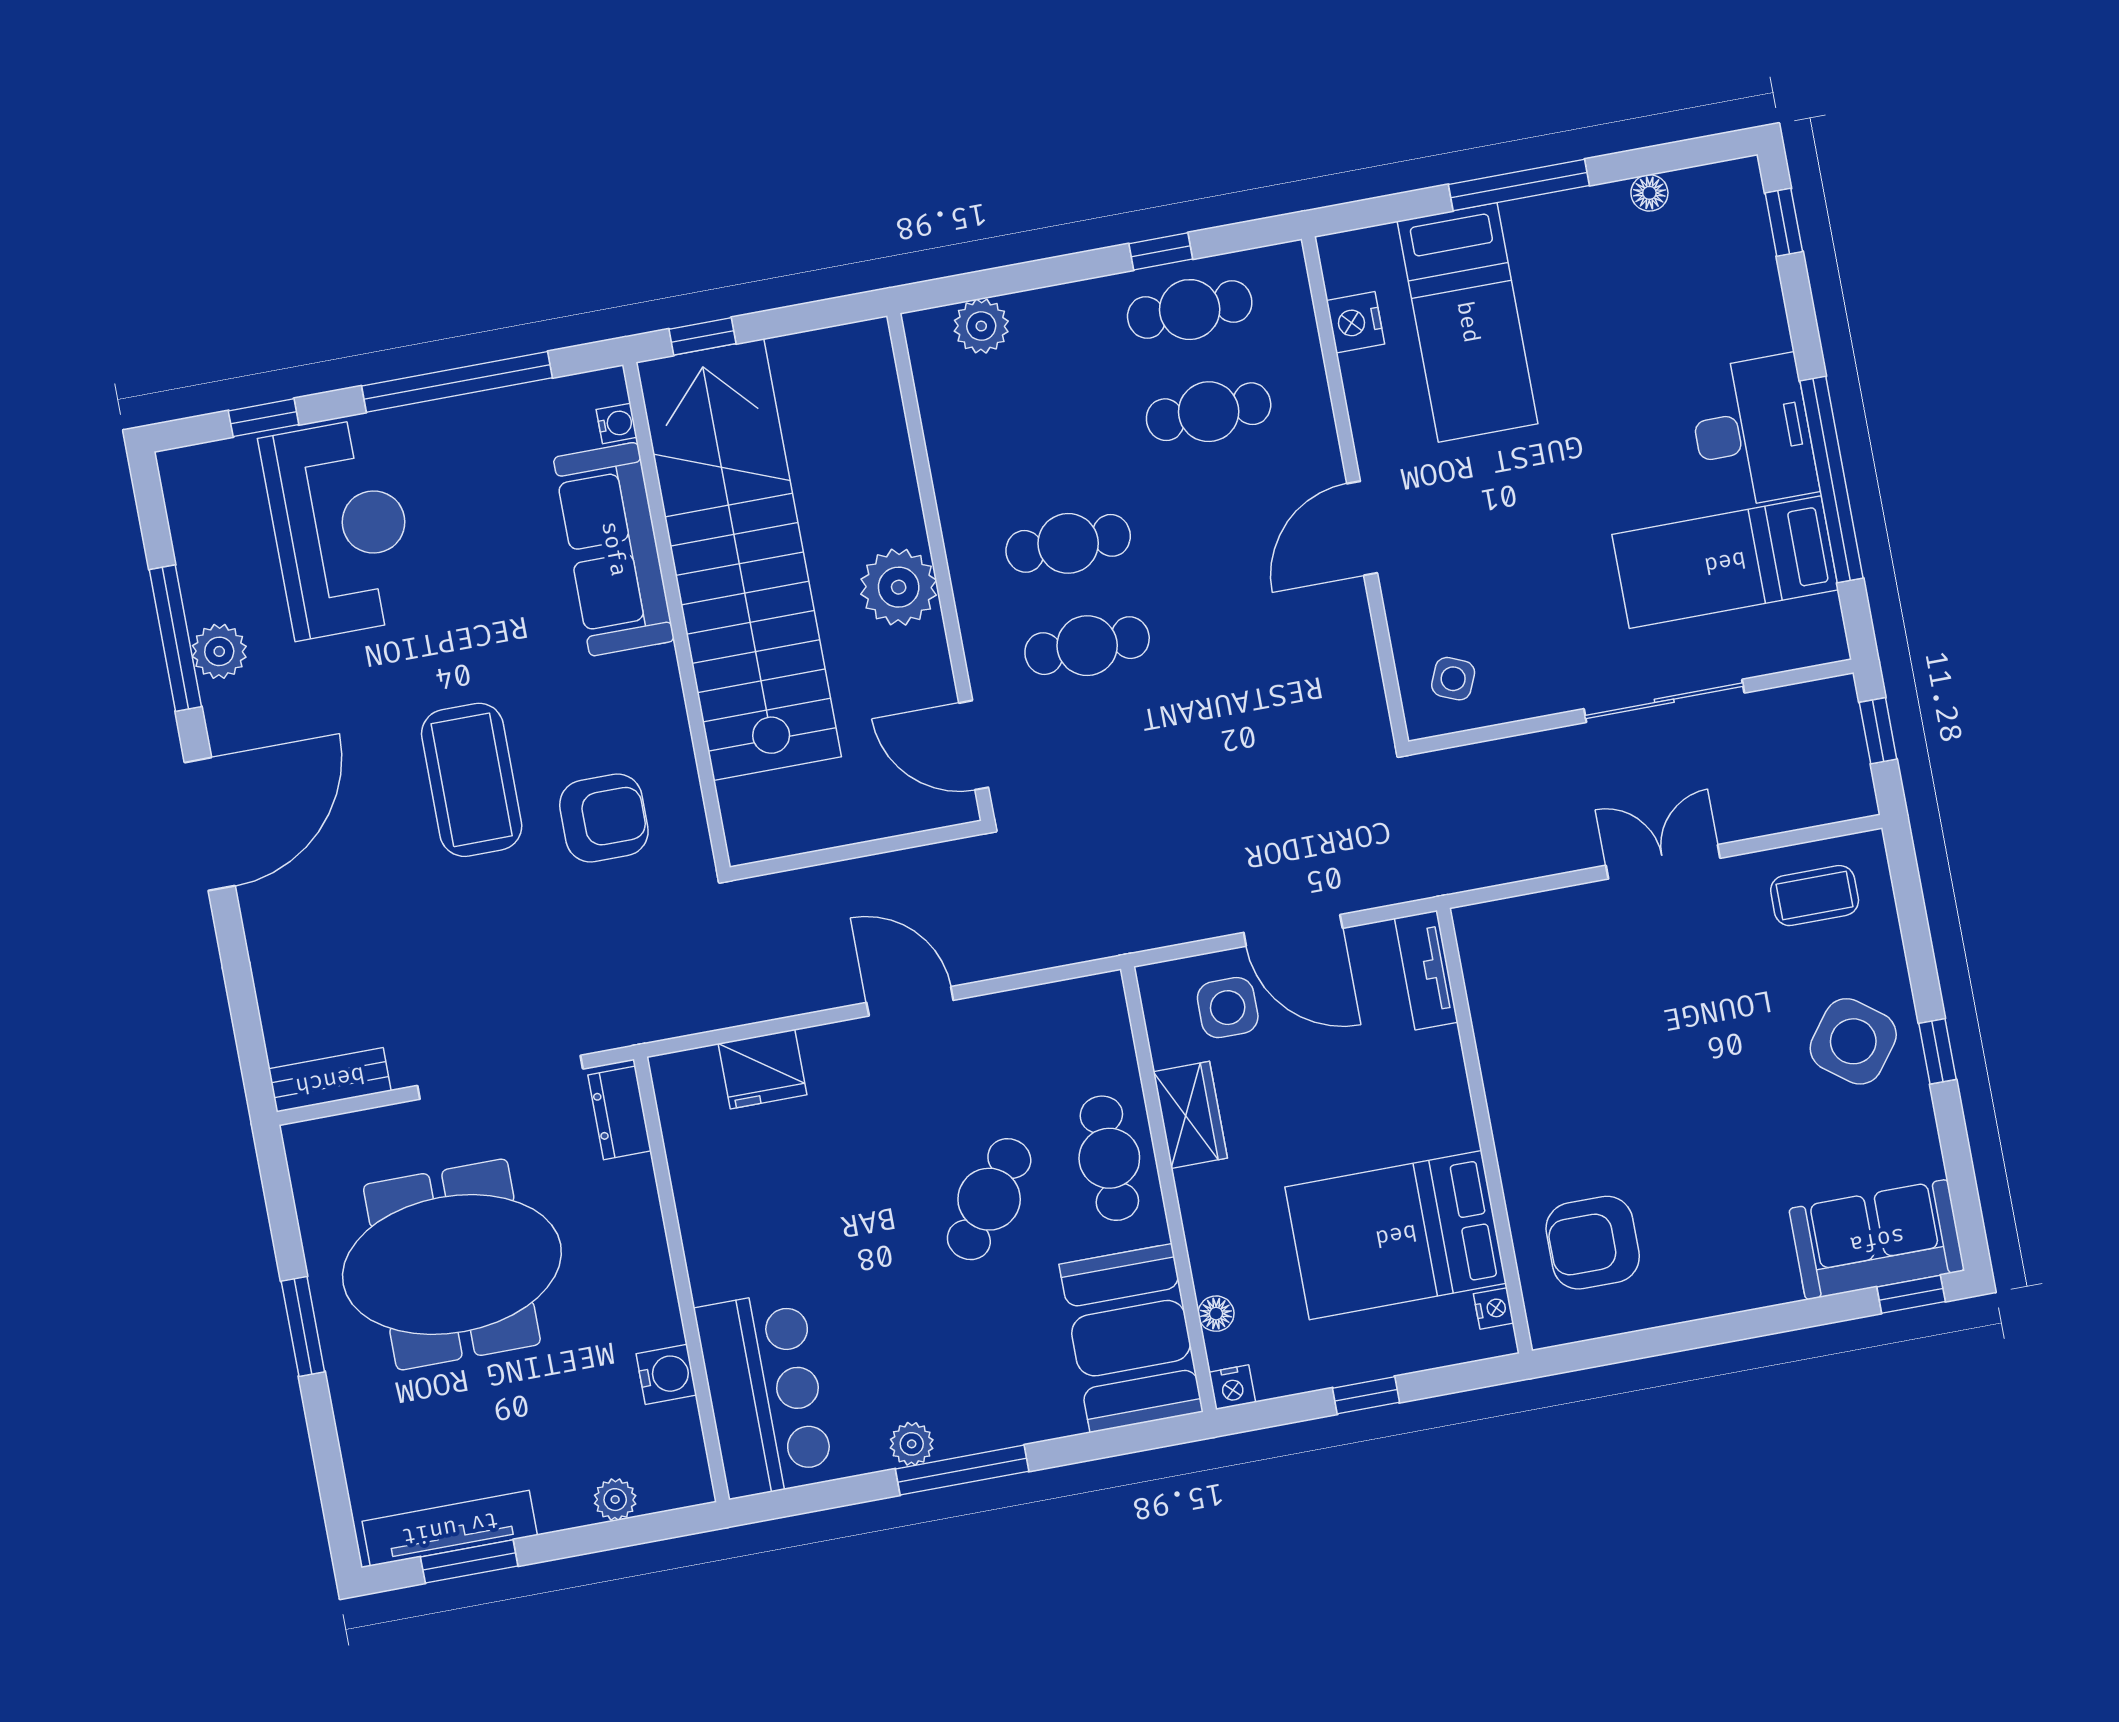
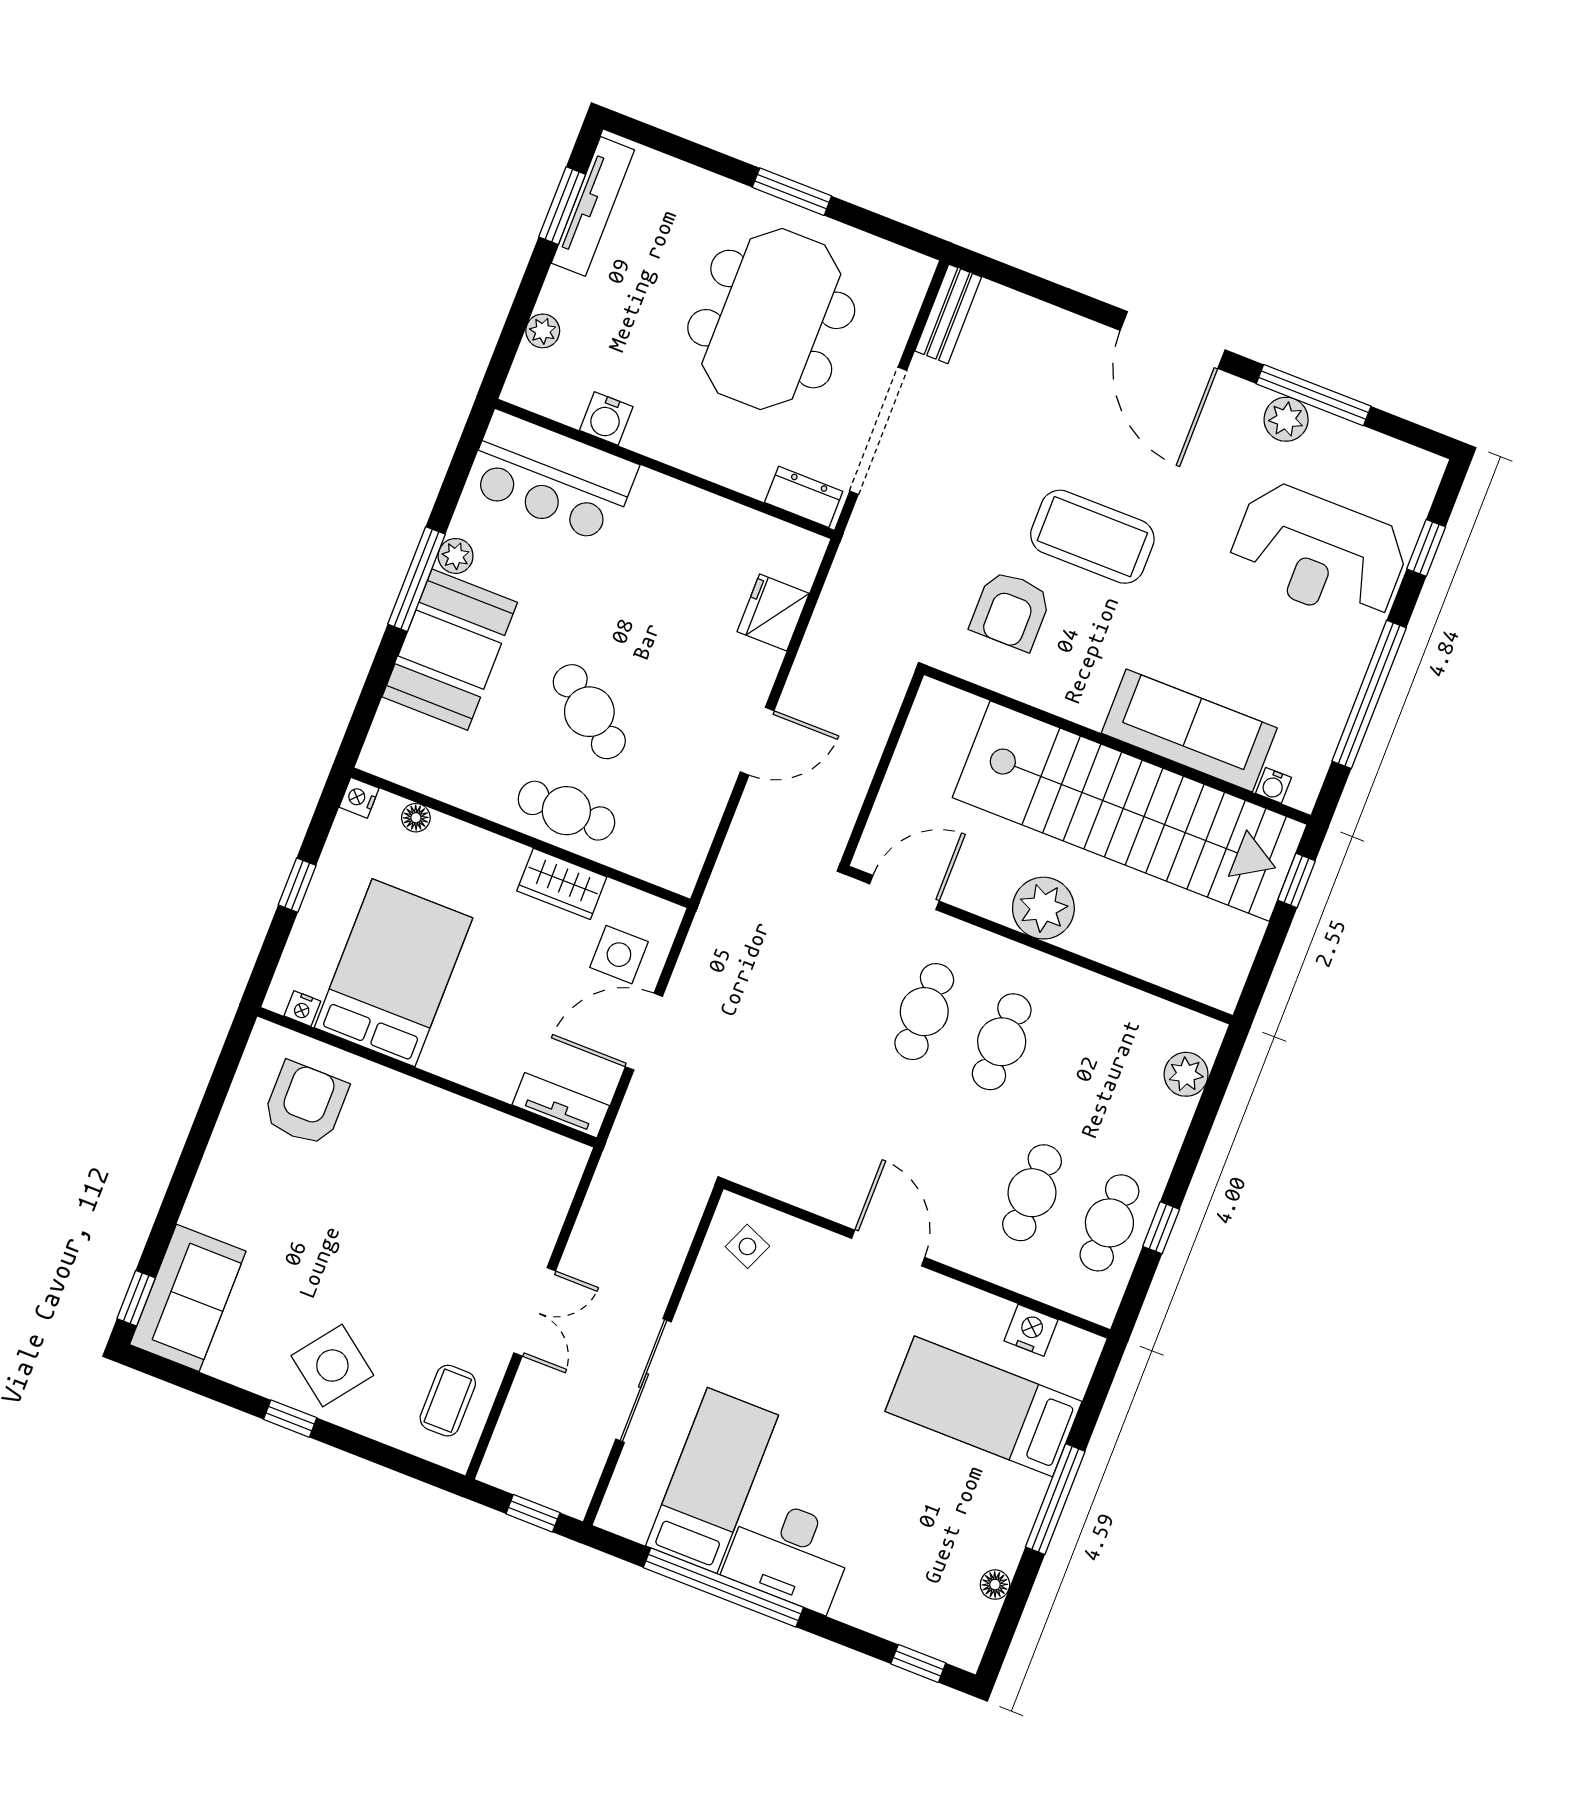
booth: (1131, 1338) -> (450, 650), moved, turned 90

